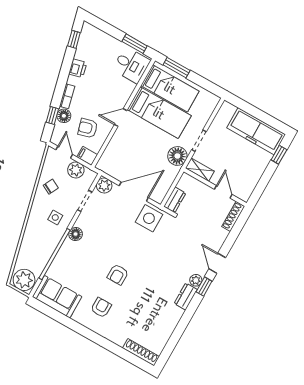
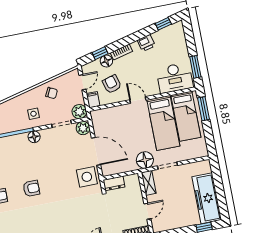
desk: (131, 65) -> (175, 78), width x1.37
plant: (76, 170) -> (79, 112), moved
armchair: (118, 275) -> (31, 188), turned 180

